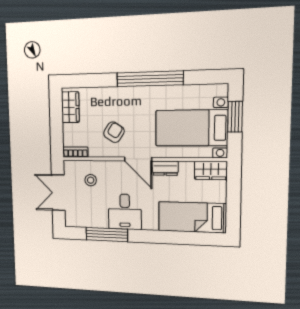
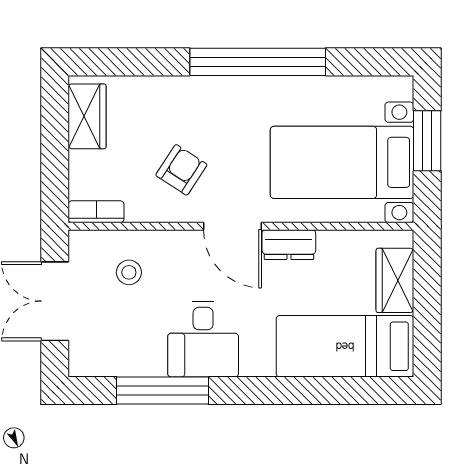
wardrobe: (211, 170) -> (395, 280), moved, turned 90

